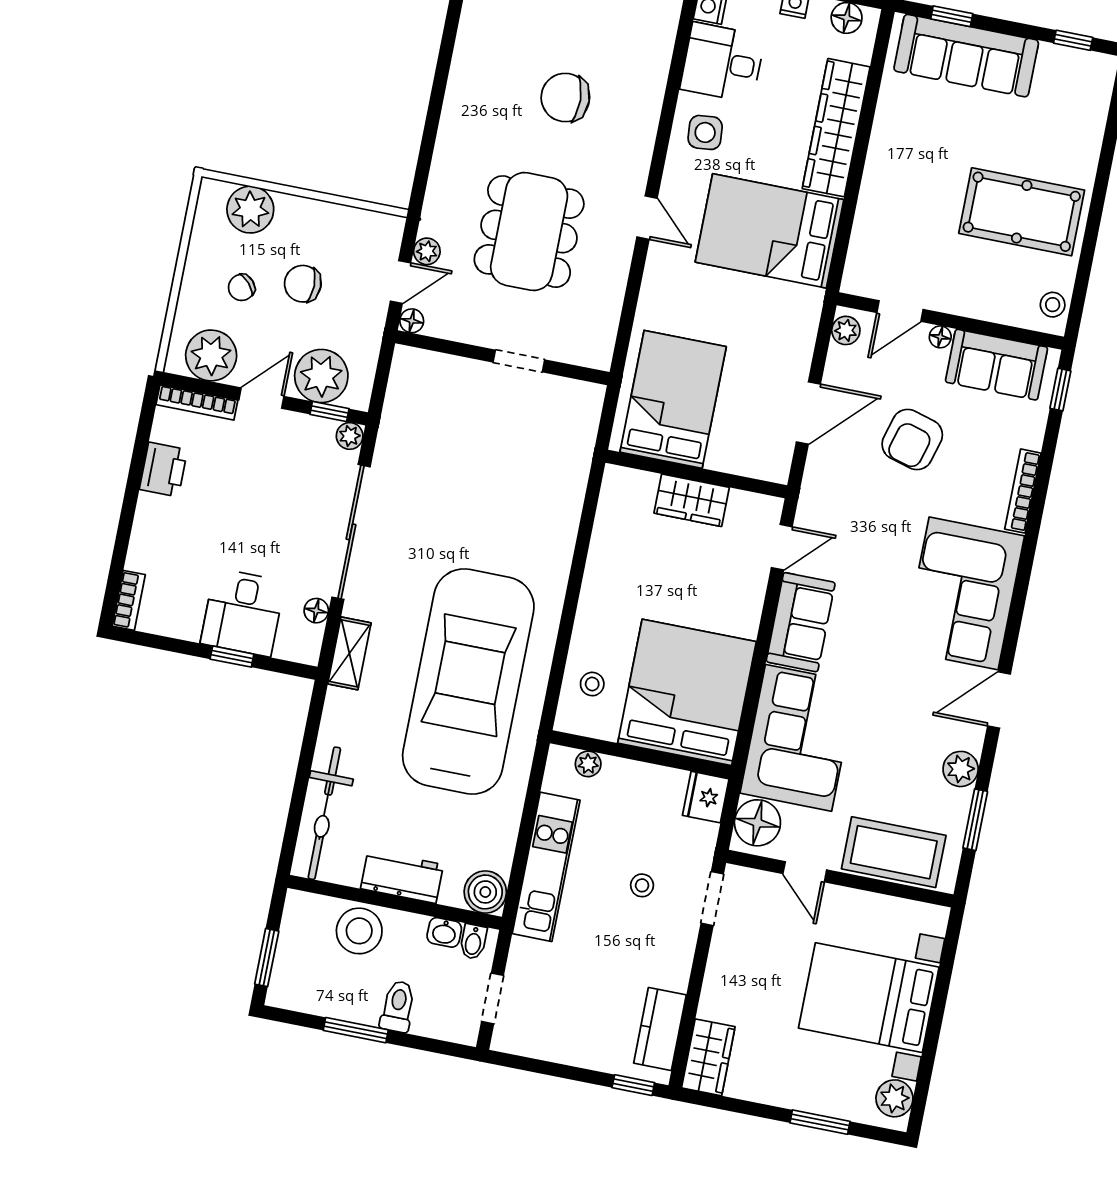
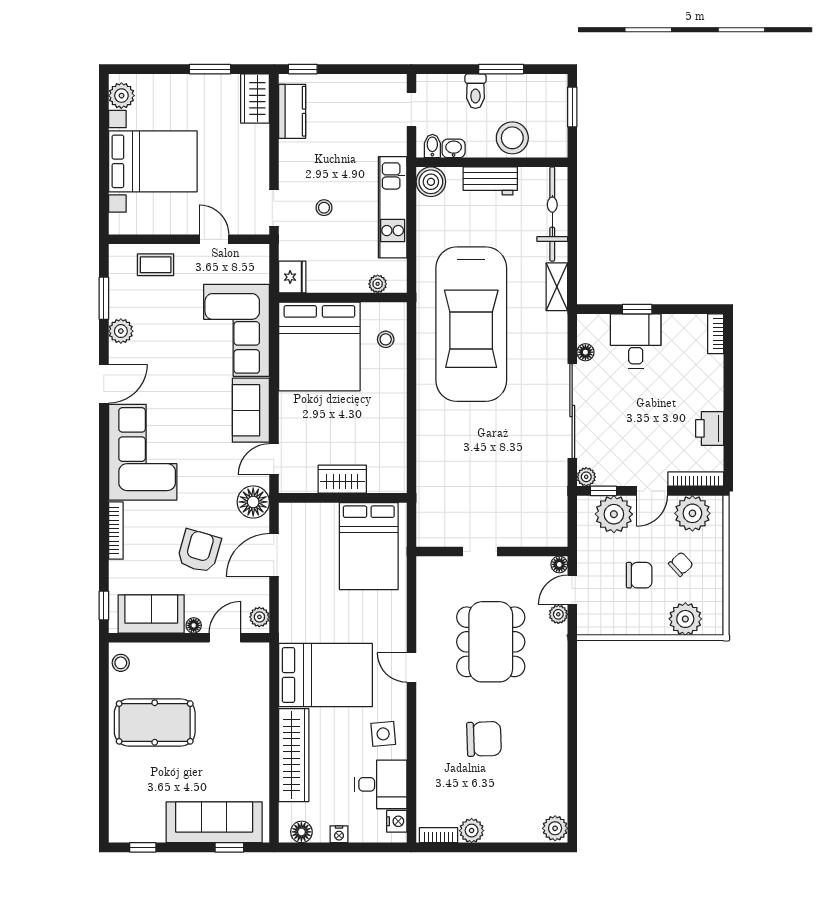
shelving: (349, 653) -> (557, 287), moved
floor lamp: (757, 823) -> (253, 502), moved
coffee table: (894, 852) -> (156, 265), width x0.54, depth x0.58
window: (820, 1122) -> (210, 69), moved

